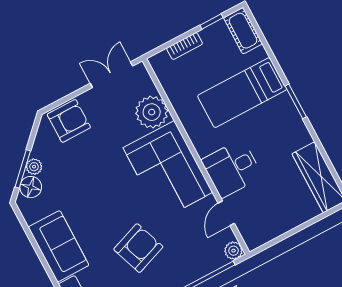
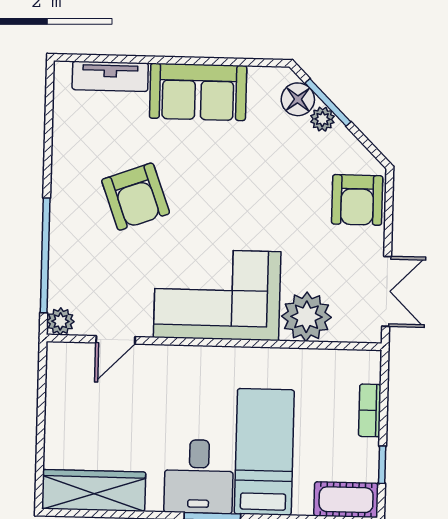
desk: (232, 168) -> (199, 476), moved, turned 180
door: (226, 213) -> (116, 340), swing flipped

